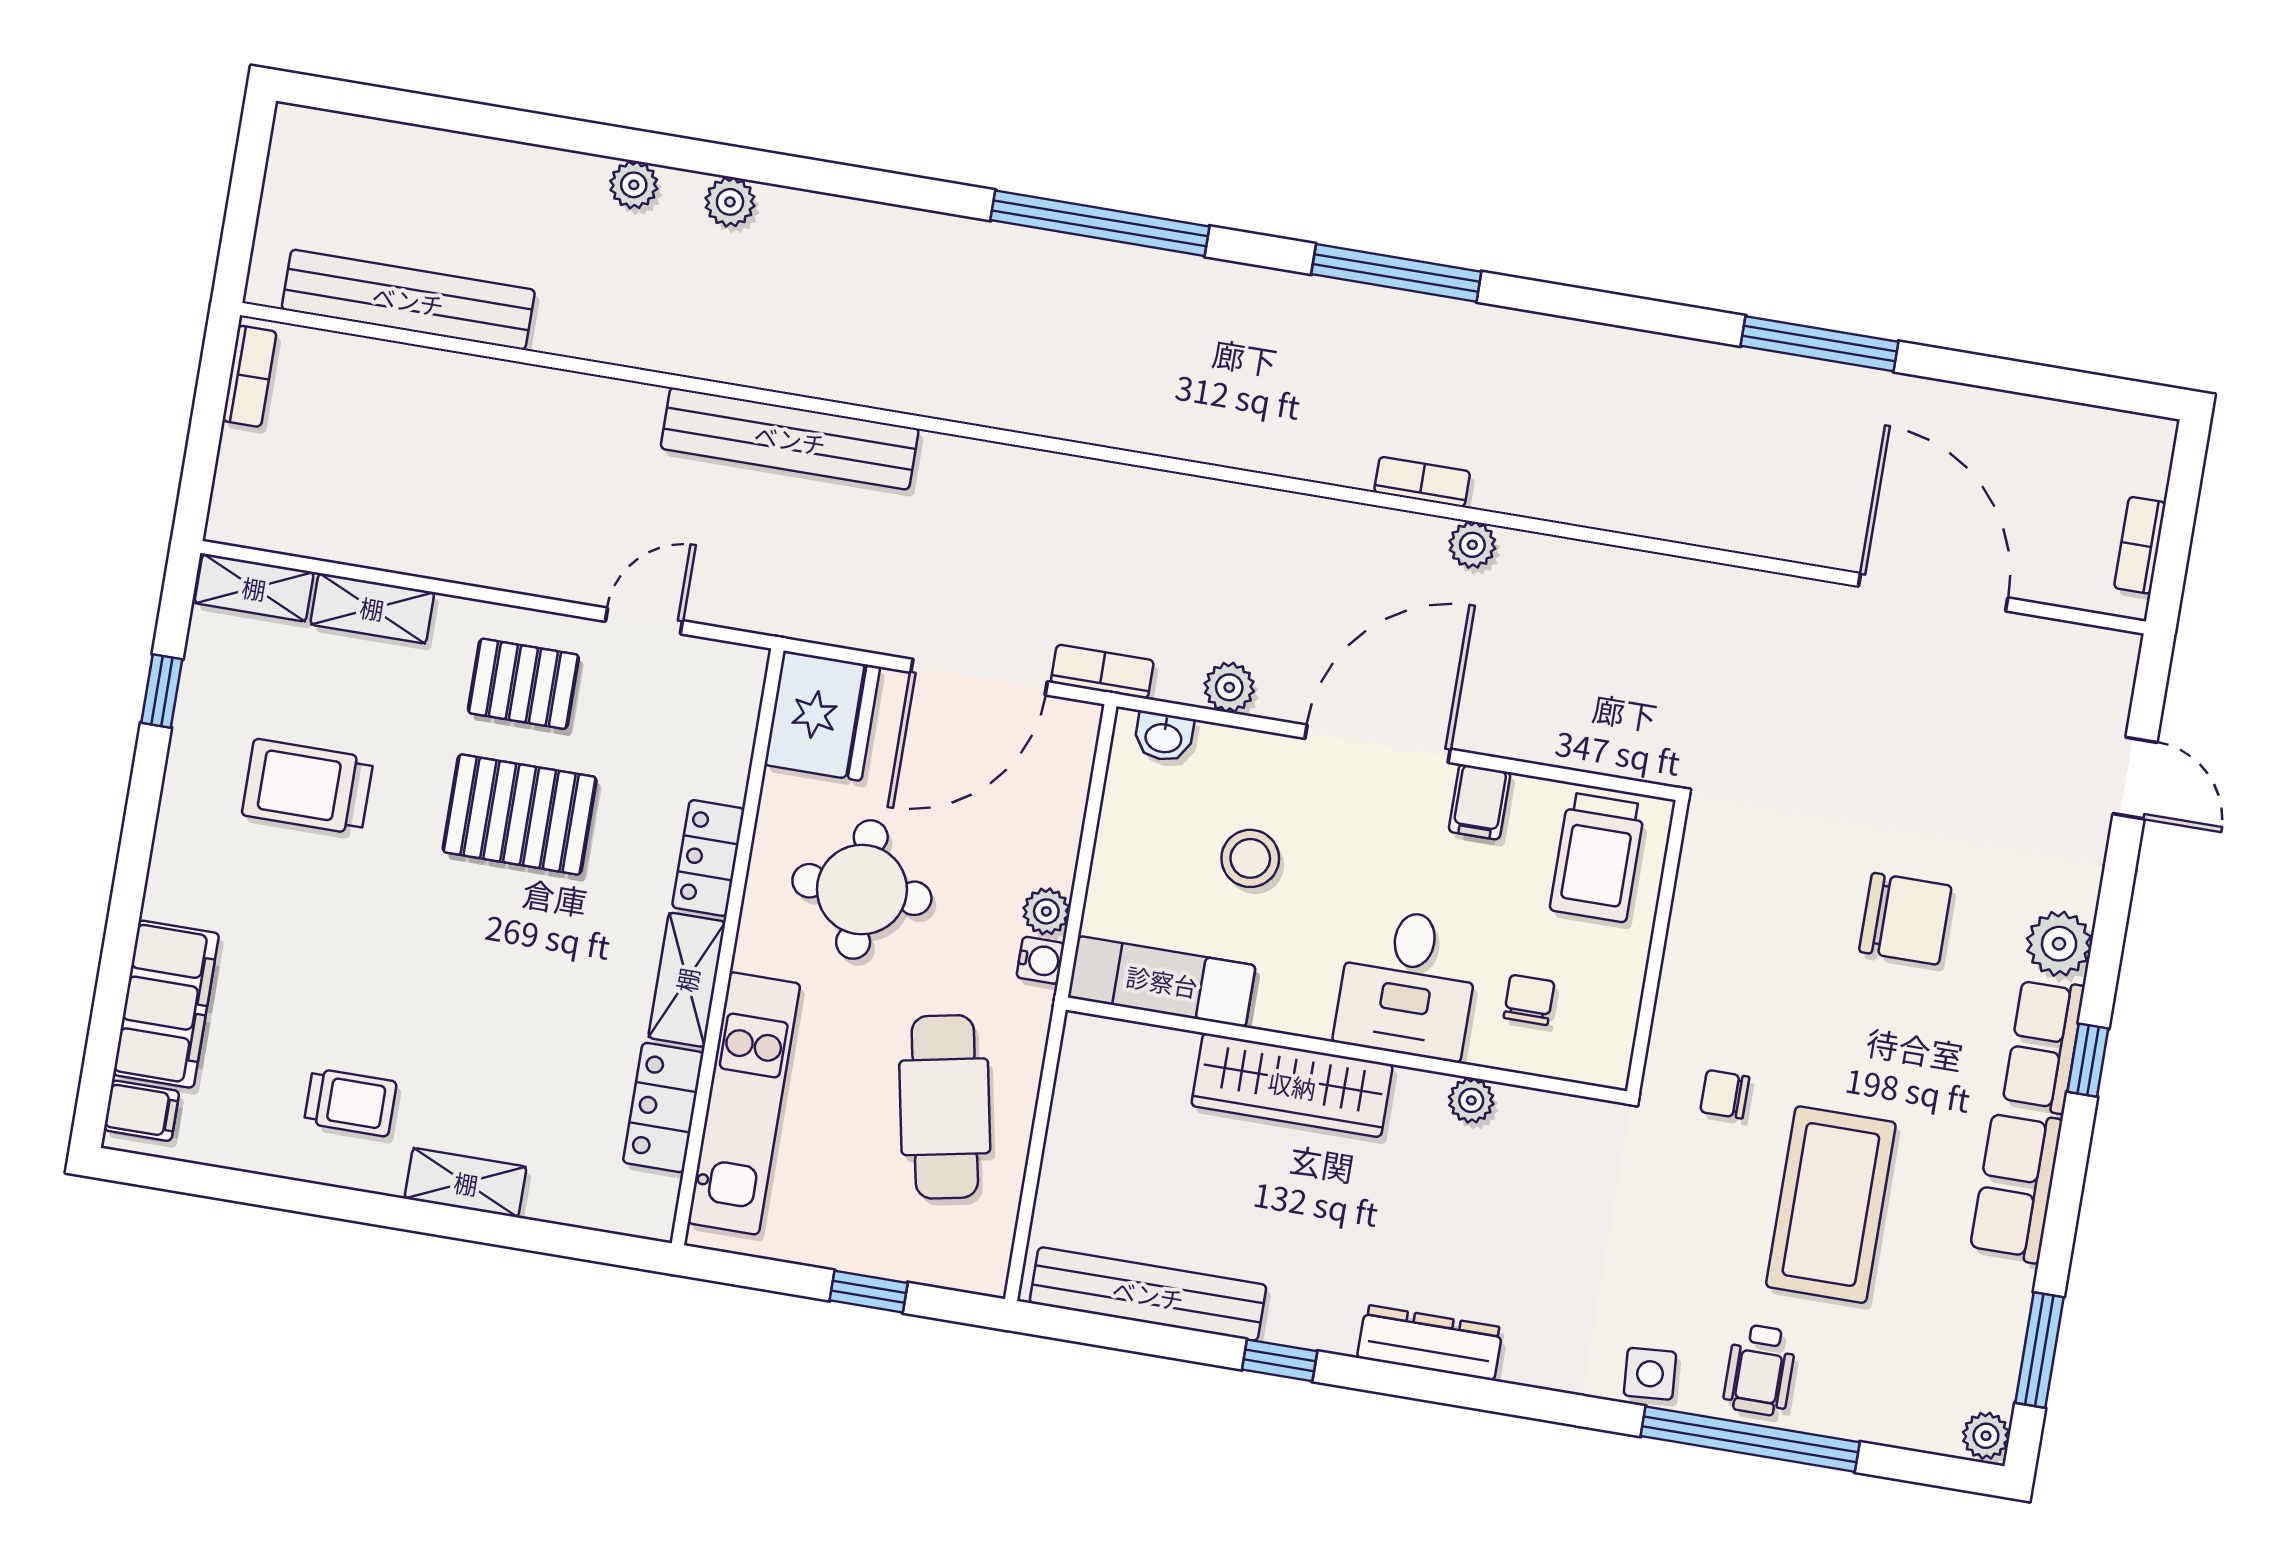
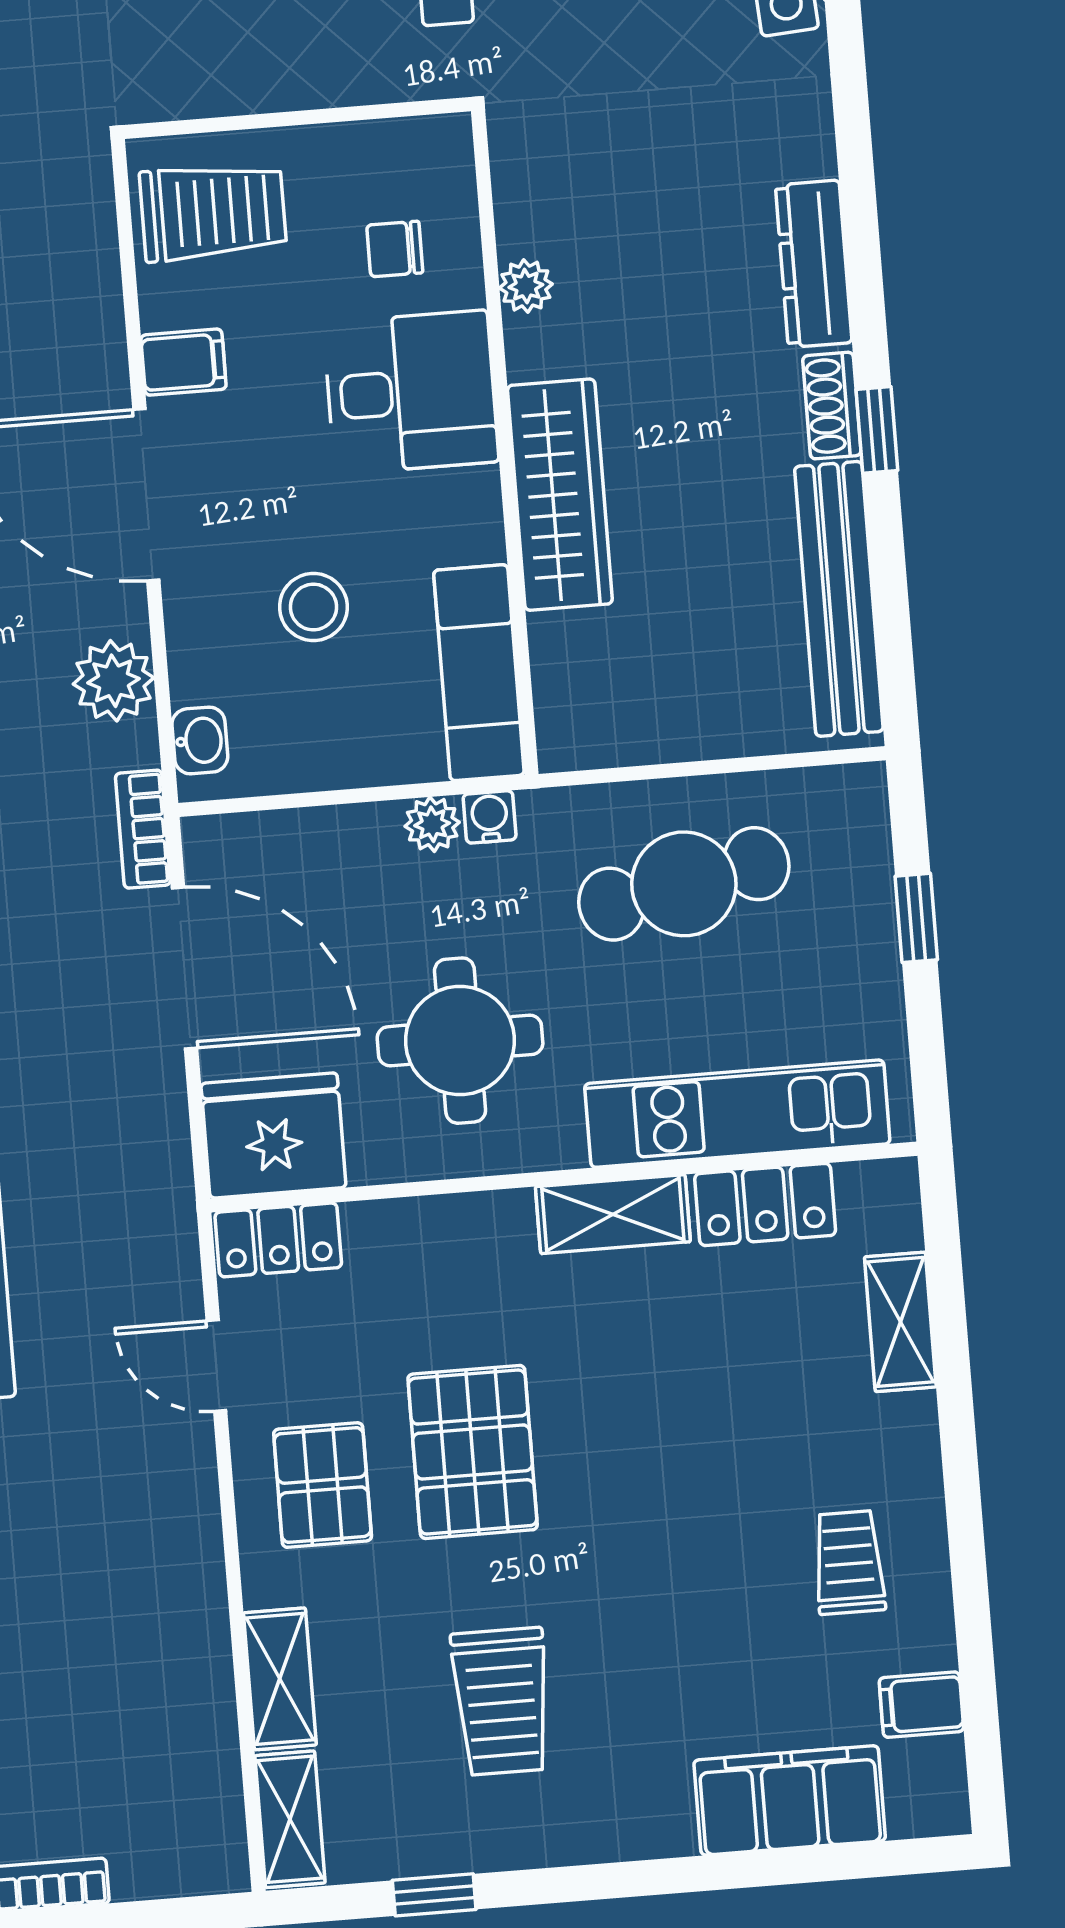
plant: (1229, 687) -> (114, 681), width x1.38, depth x1.38
locker: (708, 858) -> (278, 1240), moved
filing cabinet: (142, 1111) -> (921, 1705), moved, turned -90
shelving: (466, 1183) -> (900, 1322), moved
shoe rack: (1309, 1328) -> (832, 406), added

